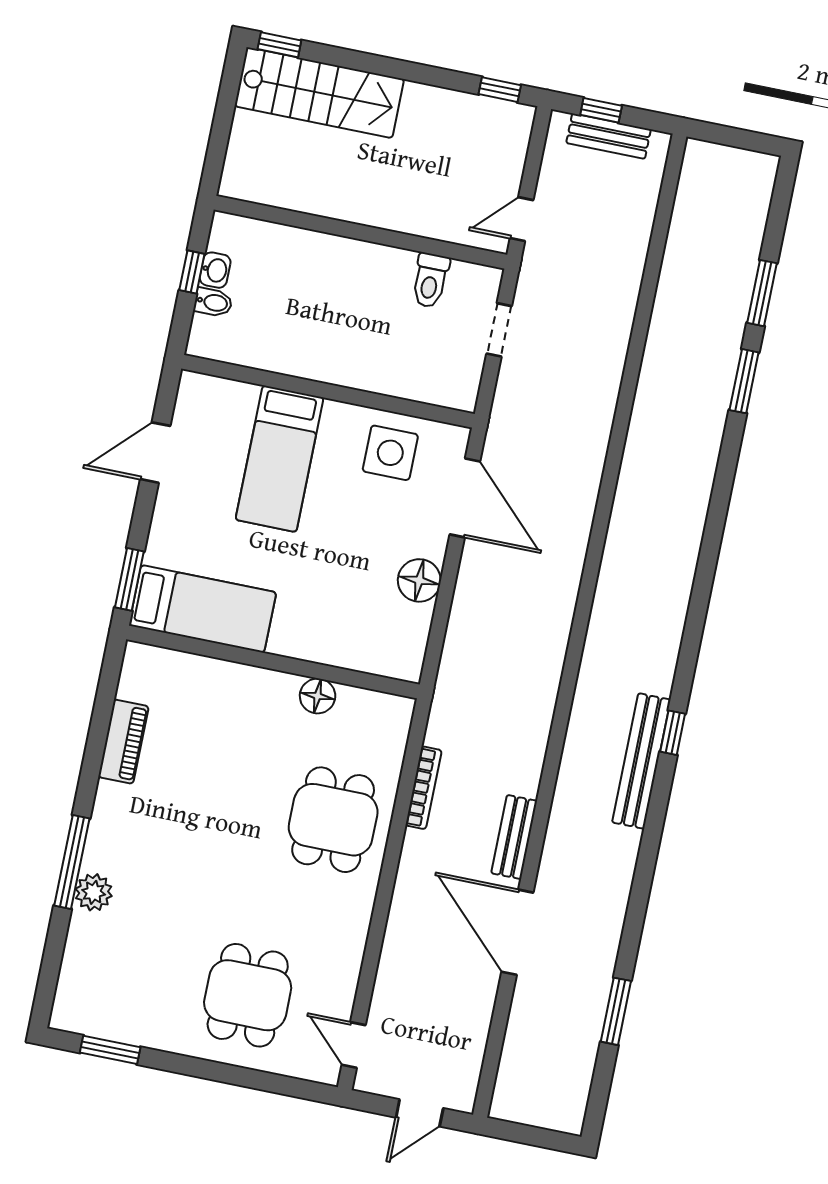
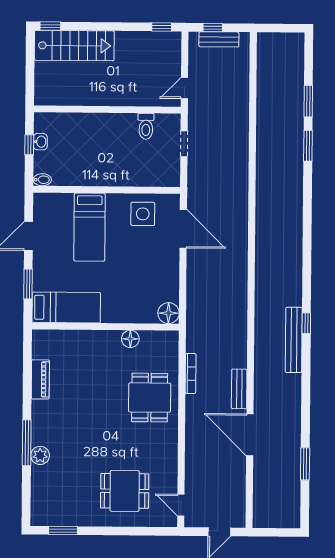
bidet: (213, 302) -> (42, 180), moved
window: (129, 579) -> (28, 284), moved
floor lamp: (419, 580) -> (169, 313), moved
dining table: (248, 995) -> (125, 491), turned 90

